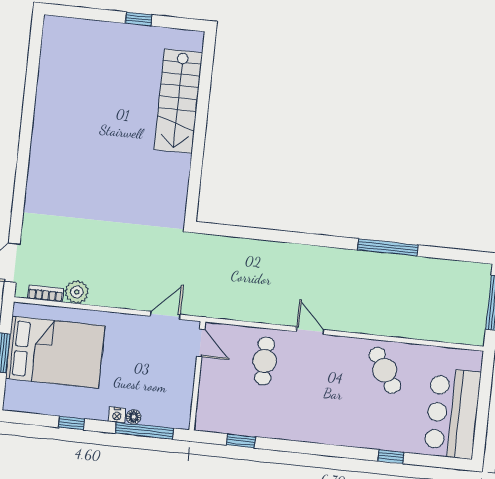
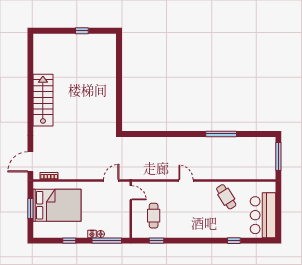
stairs: (178, 101) -> (43, 100), moved, turned 180
plant: (77, 292) -> (65, 173), removed
cafe table: (265, 361) -> (154, 216), moved

